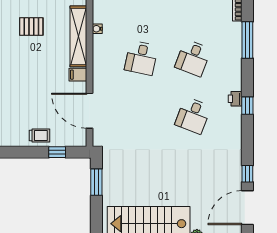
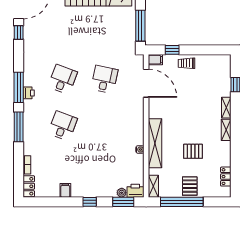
window: (247, 40) -> (19, 127), moved
desk: (141, 58) -> (104, 79), moved
filing cabinet: (78, 75) -> (155, 60), moved
window: (247, 106) -> (19, 87), width x2.17
window: (96, 182) -> (140, 26), width x1.44

